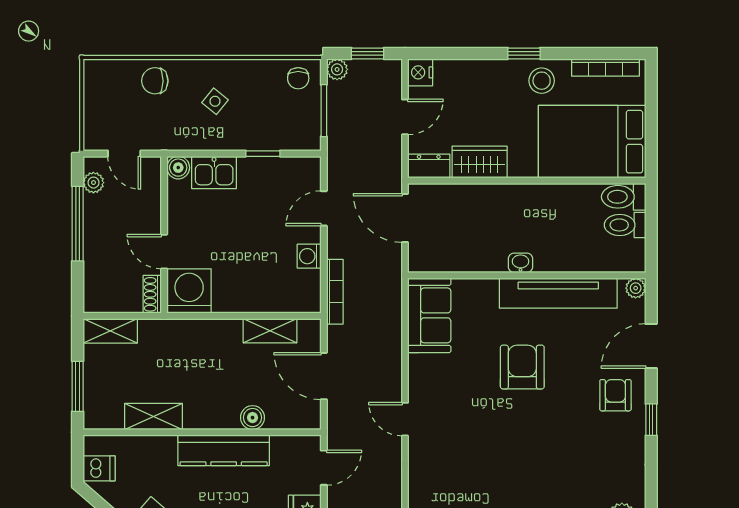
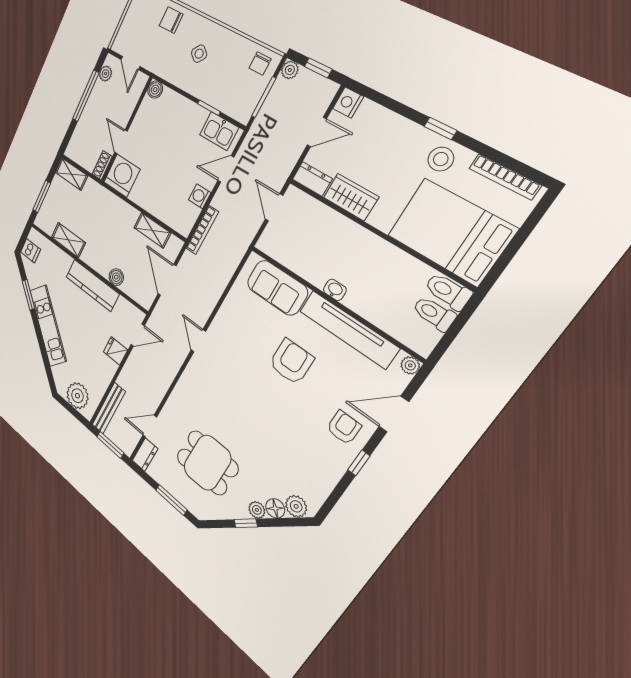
kitchen sink: (214, 172) -> (219, 131), moved
door: (405, 218) -> (274, 207), width x0.73
sofa: (429, 315) -> (277, 288), moved, turned 90

